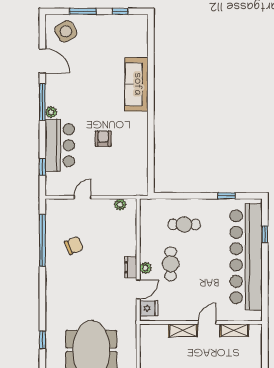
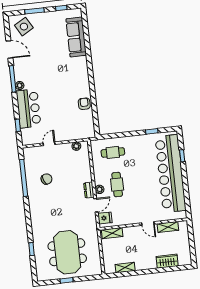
sofa: (137, 84) -> (76, 37), moved
armchair: (103, 139) -> (84, 104), moved
cafe table: (184, 224) -> (113, 152), moved
door: (207, 322) -> (148, 224), swing flipped
shelving: (183, 330) -> (112, 233), moved

